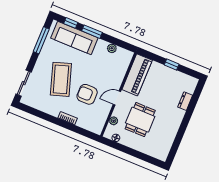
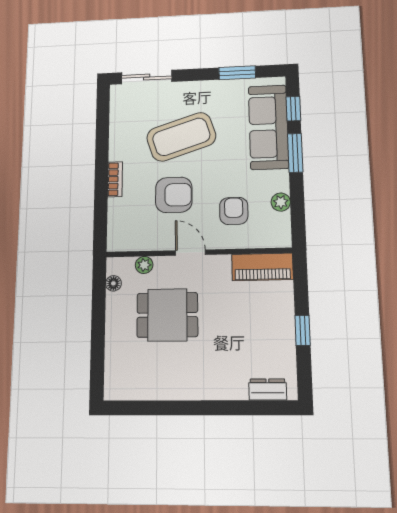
window: (41, 40) -> (237, 73), width x0.69
armchair: (107, 71) -> (234, 211), added
piano: (137, 75) -> (262, 267), width x0.73, depth x0.75
armchair: (87, 94) -> (174, 195), turned 90
dresser: (185, 101) -> (268, 389), moved

